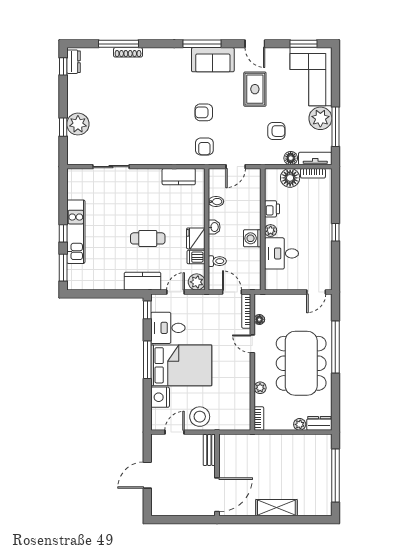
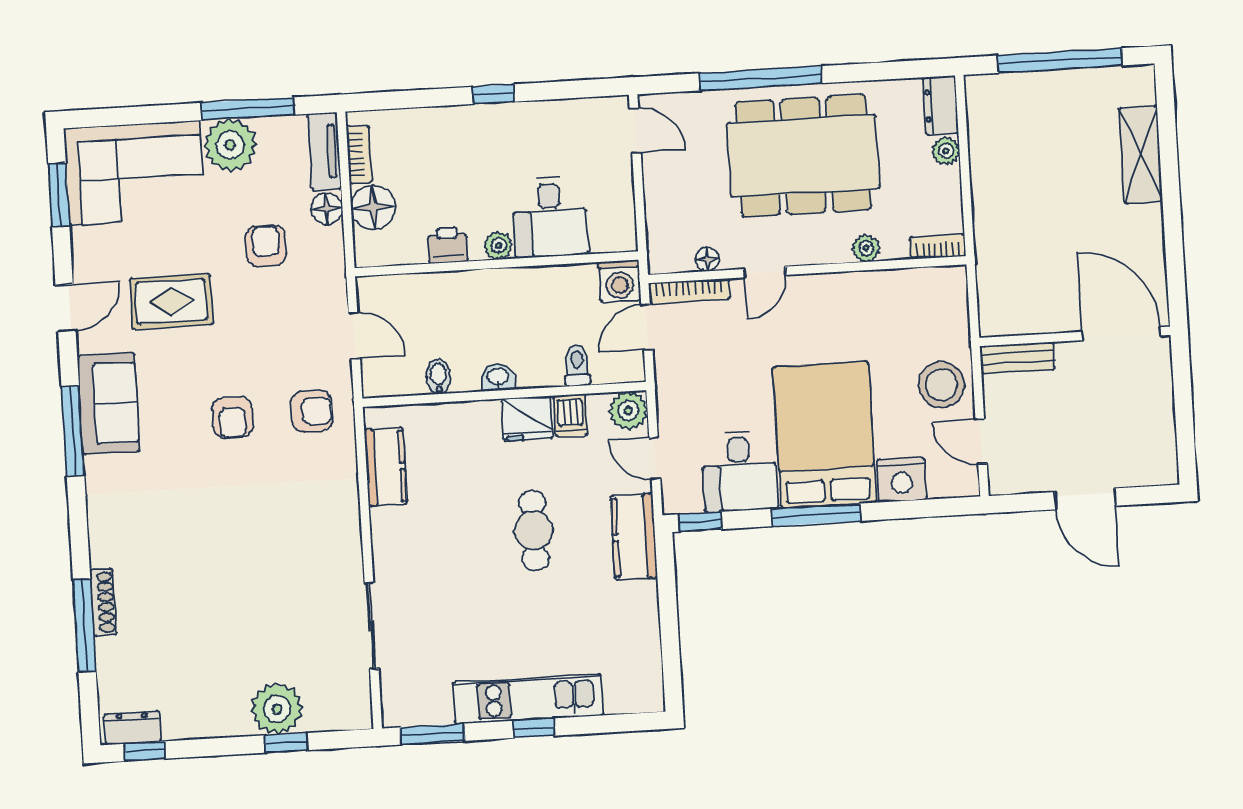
washing machine: (252, 238) -> (620, 281), moved
window: (63, 268) -> (433, 734), moved
shelving: (276, 508) -> (1141, 155), moved

